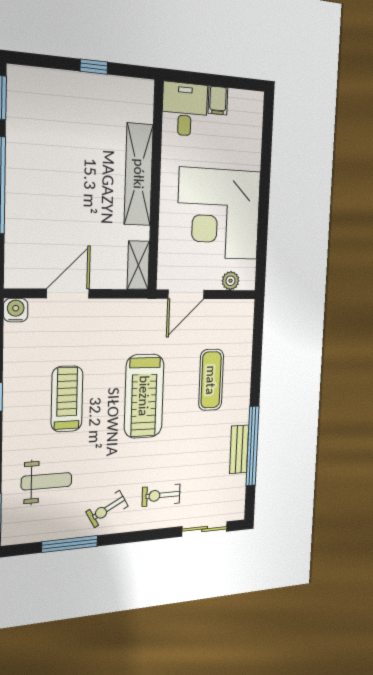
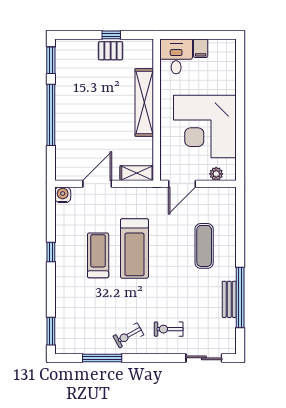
pallet: (92, 91) -> (111, 51), added
shelving: (138, 265) -> (137, 173), moved, turned 90
treadmill: (144, 396) -> (134, 248), moved
weight bench: (47, 481) -> (85, 312), removed

